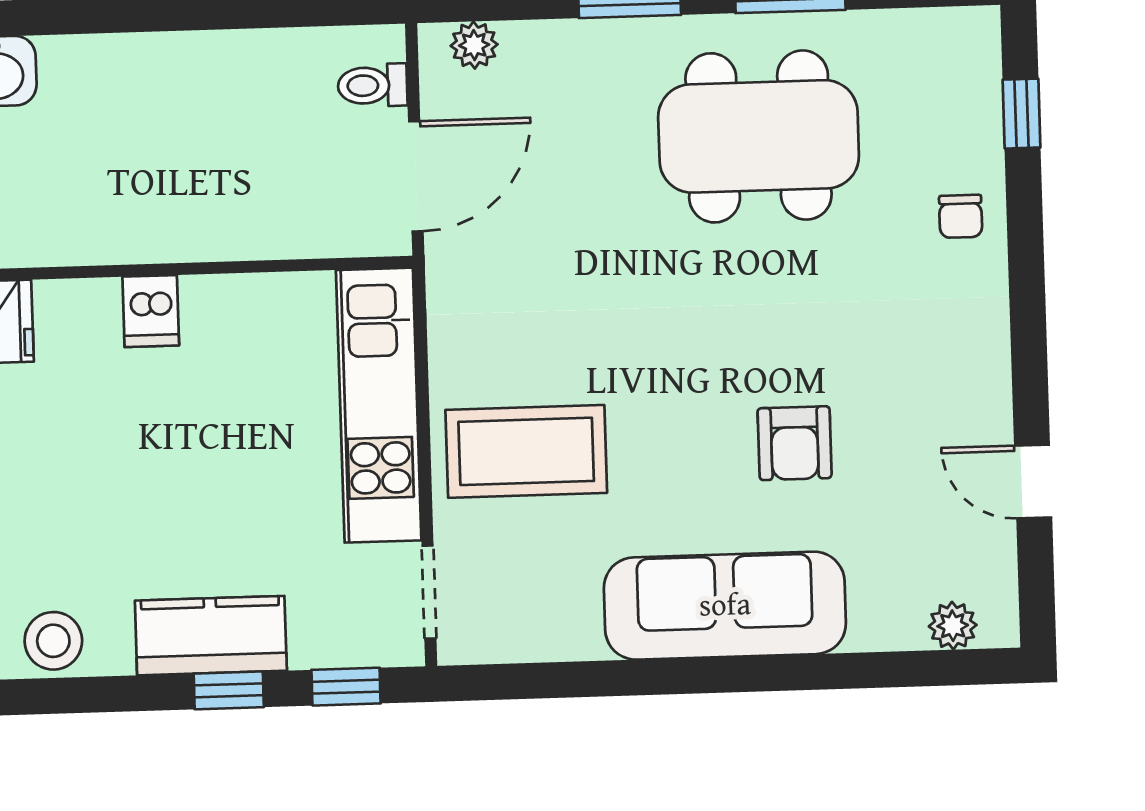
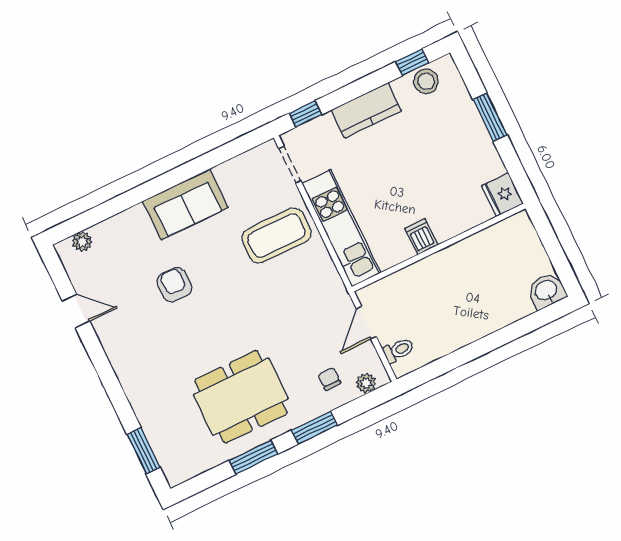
window: (1021, 114) -> (143, 451), width x1.50
door: (416, 176) -> (366, 323), width x0.73
chair: (961, 216) -> (329, 379), moved
dishwasher: (151, 311) -> (421, 237), moved
sofa: (725, 606) -> (185, 204), width x0.73
window: (229, 690) -> (412, 62), moved

